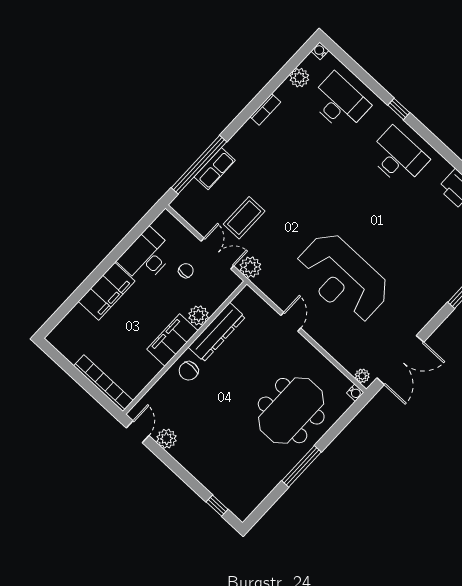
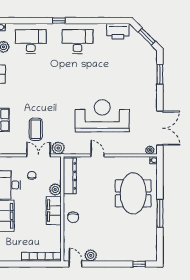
reception desk: (342, 278) -> (102, 116), turned 180
dresser: (217, 332) -> (70, 176), moved

